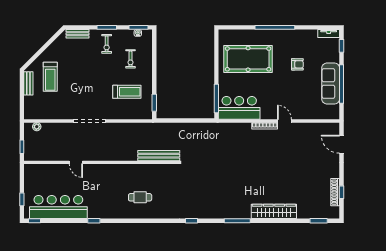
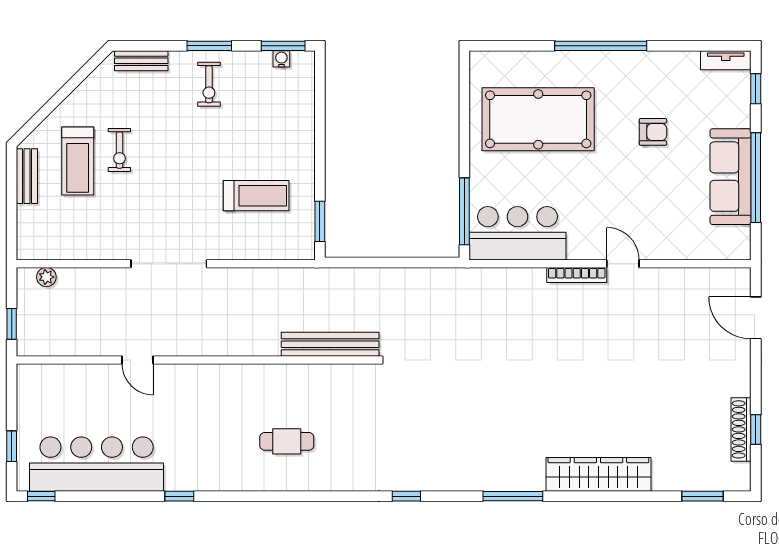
exercise bike: (130, 59) -> (119, 150), moved

